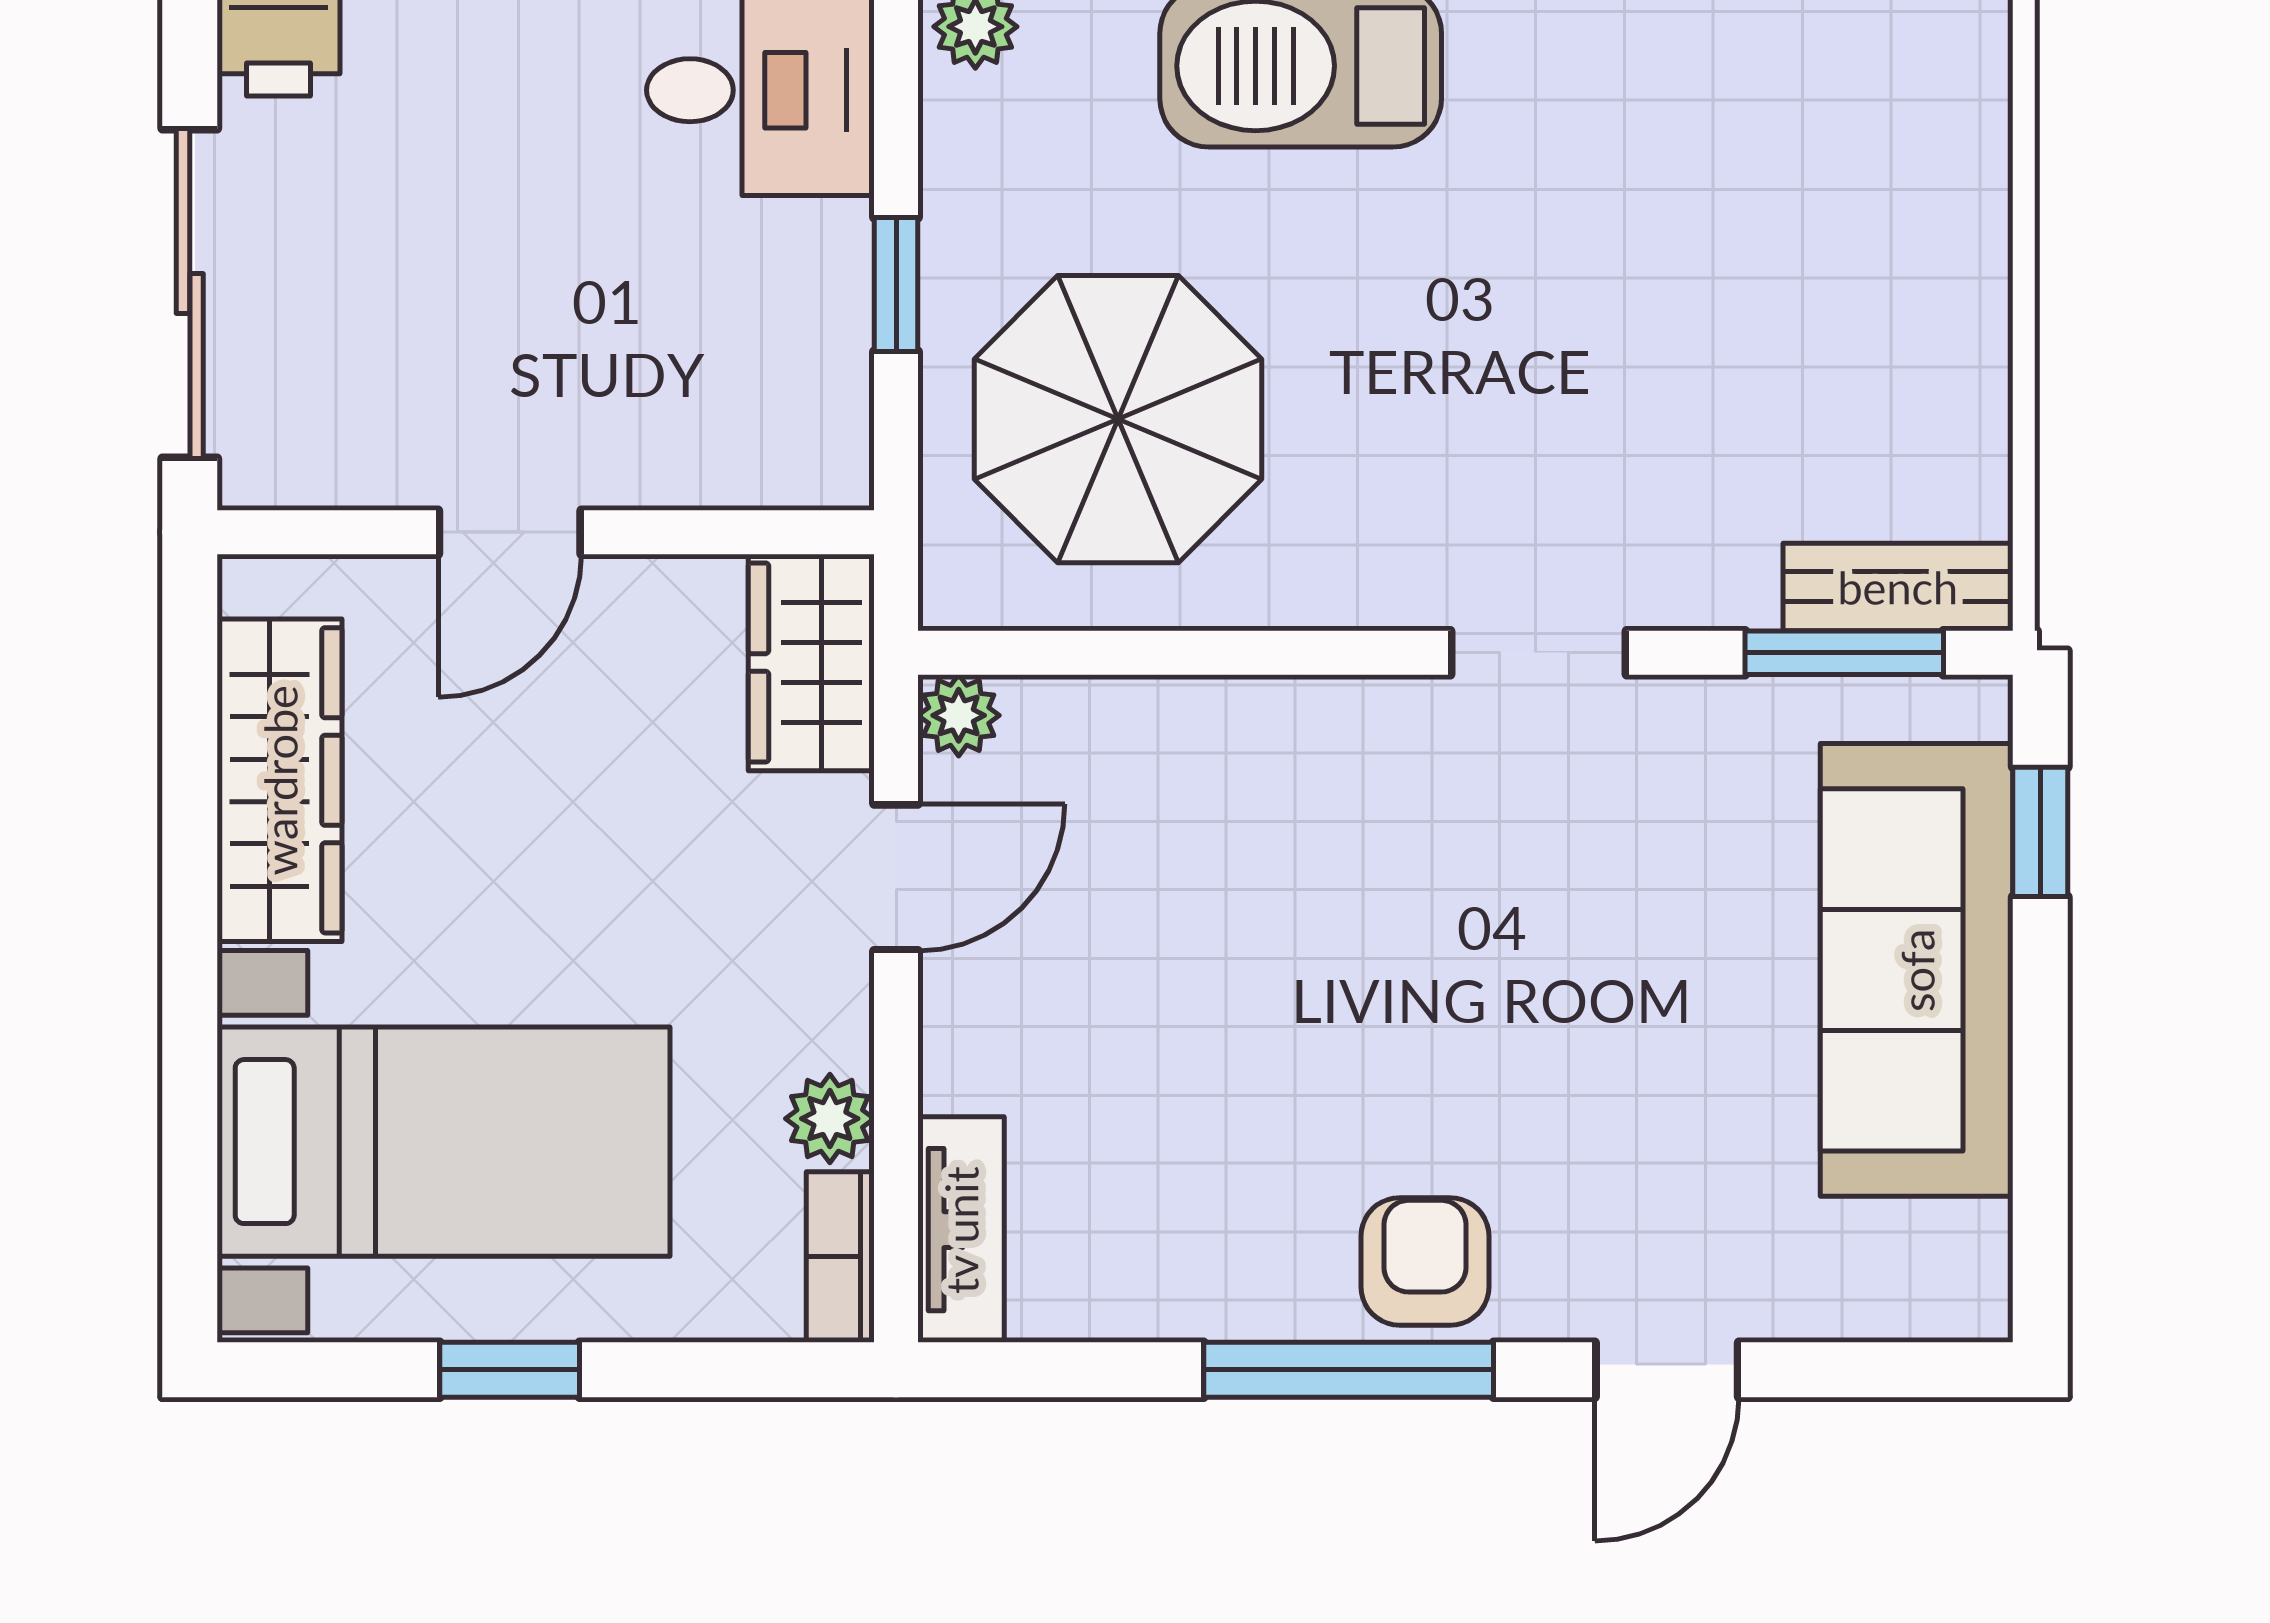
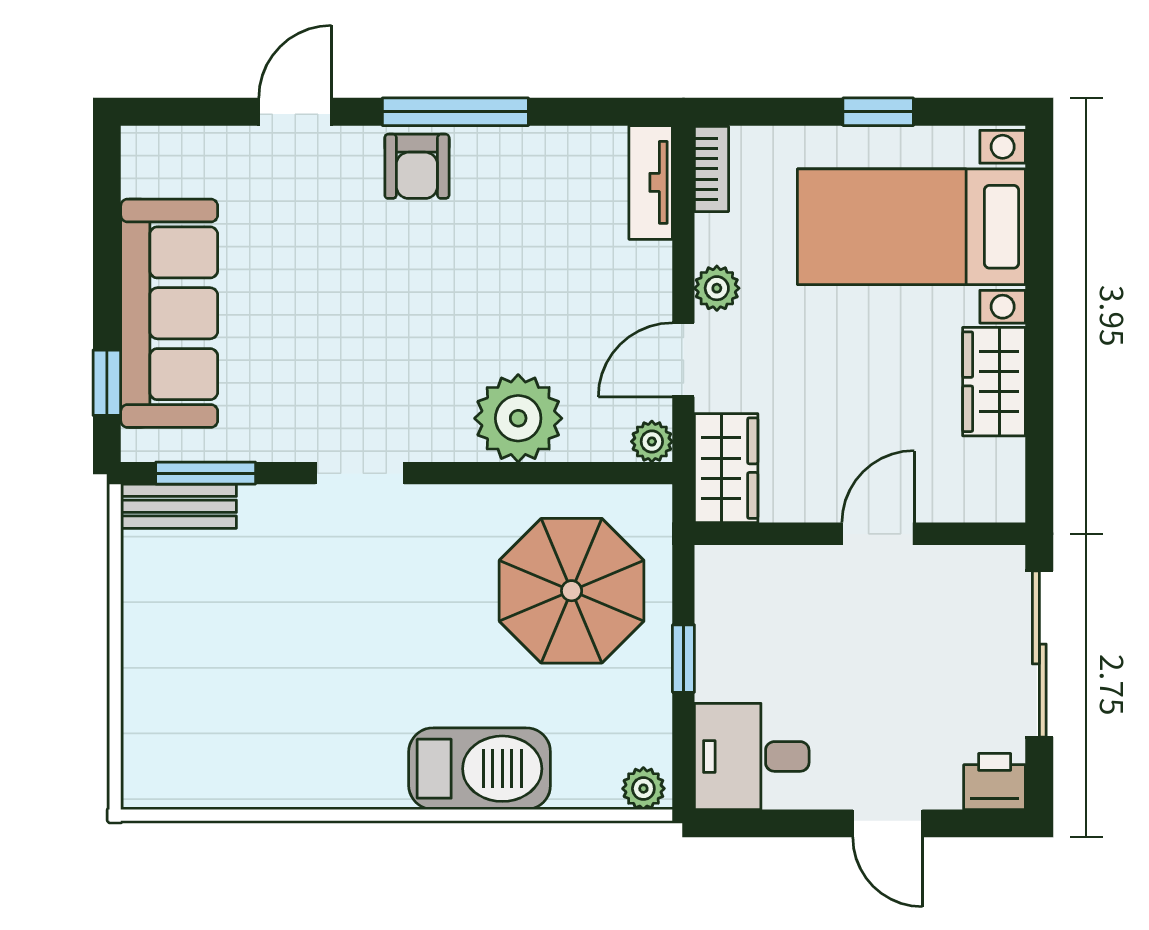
plant: (1224, 761) -> (518, 418), added
wardrobe: (280, 780) -> (994, 382), width x0.67
plant: (830, 1119) -> (717, 288), moved

